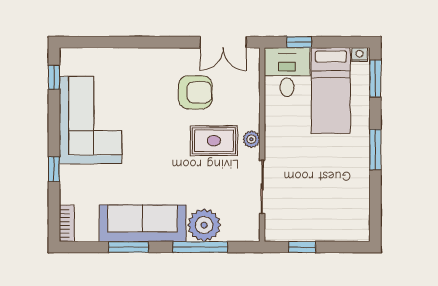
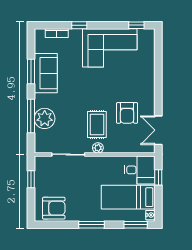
armchair: (349, 210) -> (54, 208), added
bookcase: (67, 223) -> (57, 33), moved
sofa: (143, 223) -> (46, 73), width x0.73

